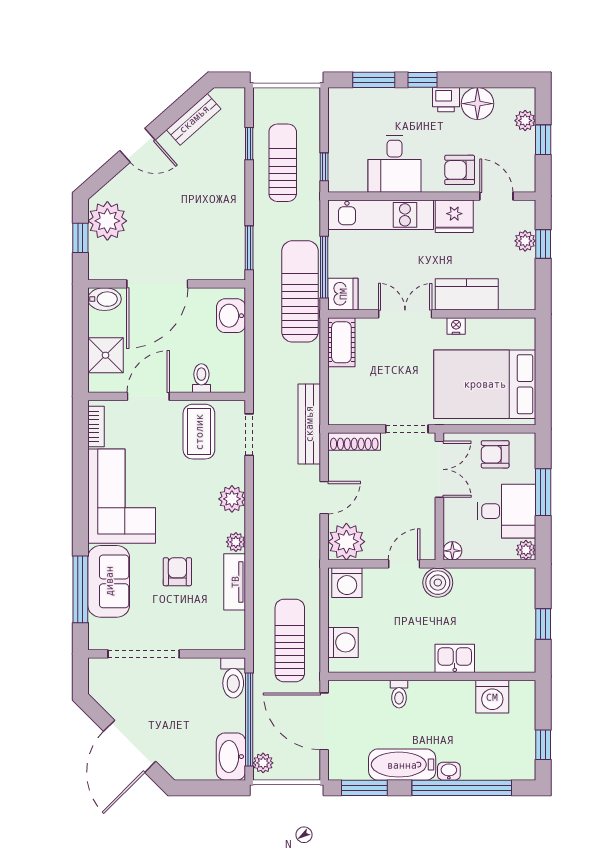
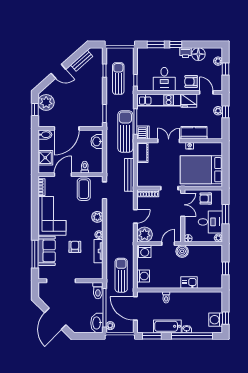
bench: (309, 424) -> (129, 175), moved
washing machine: (492, 697) -> (216, 320), moved, turned 90

